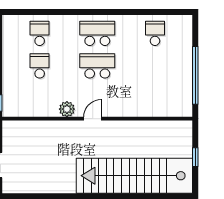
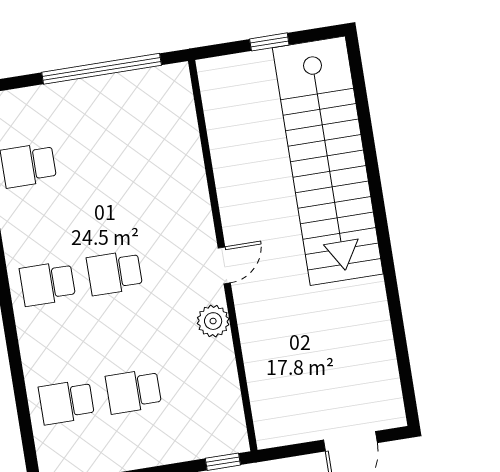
school desk: (97, 33) -> (47, 284), width x0.54
school desk: (97, 66) -> (115, 273), width x0.54
door: (92, 119) -> (224, 265), swing flipped

